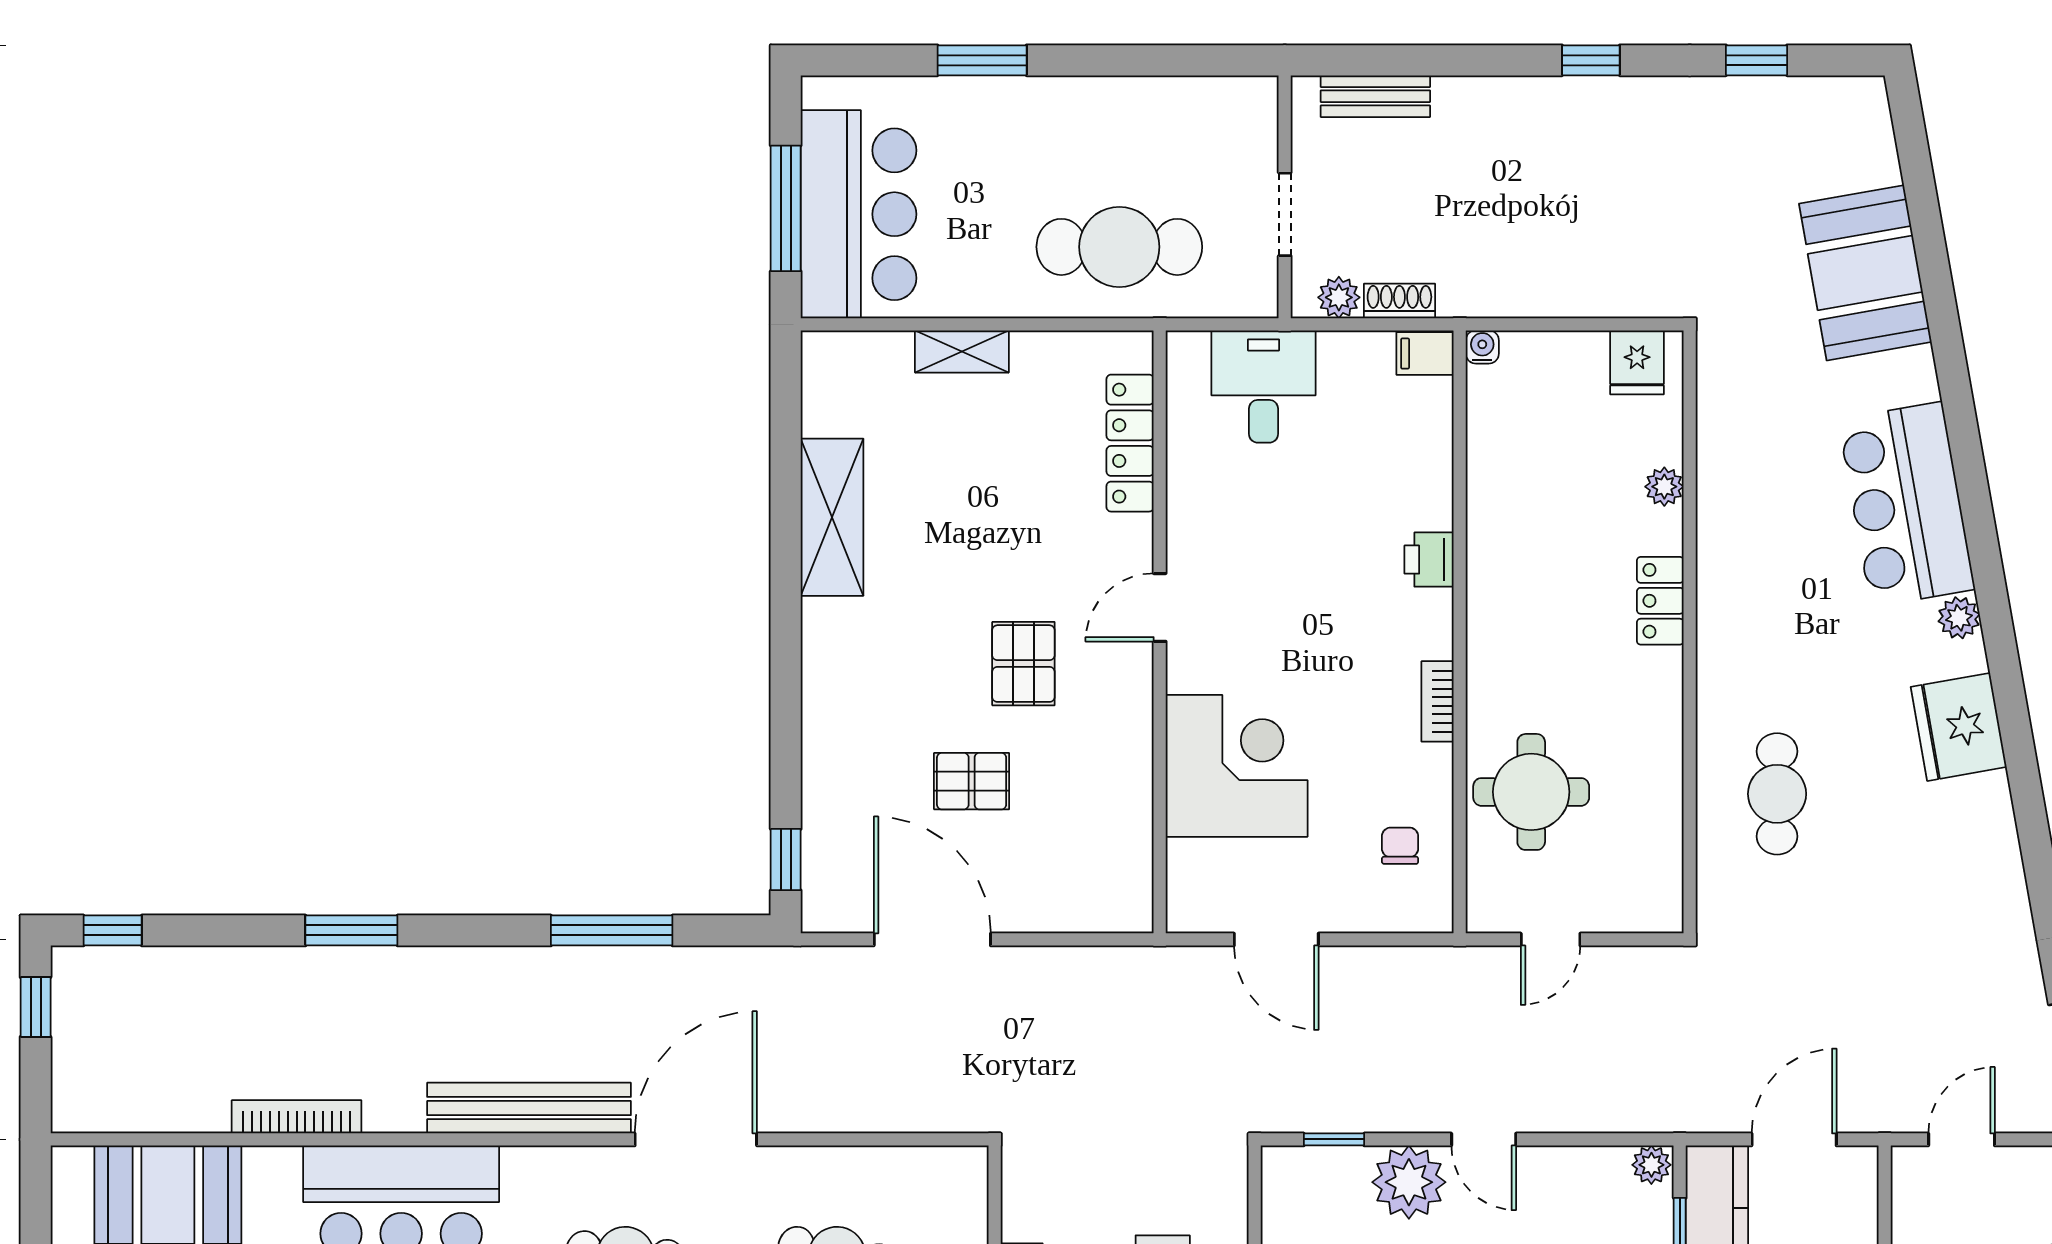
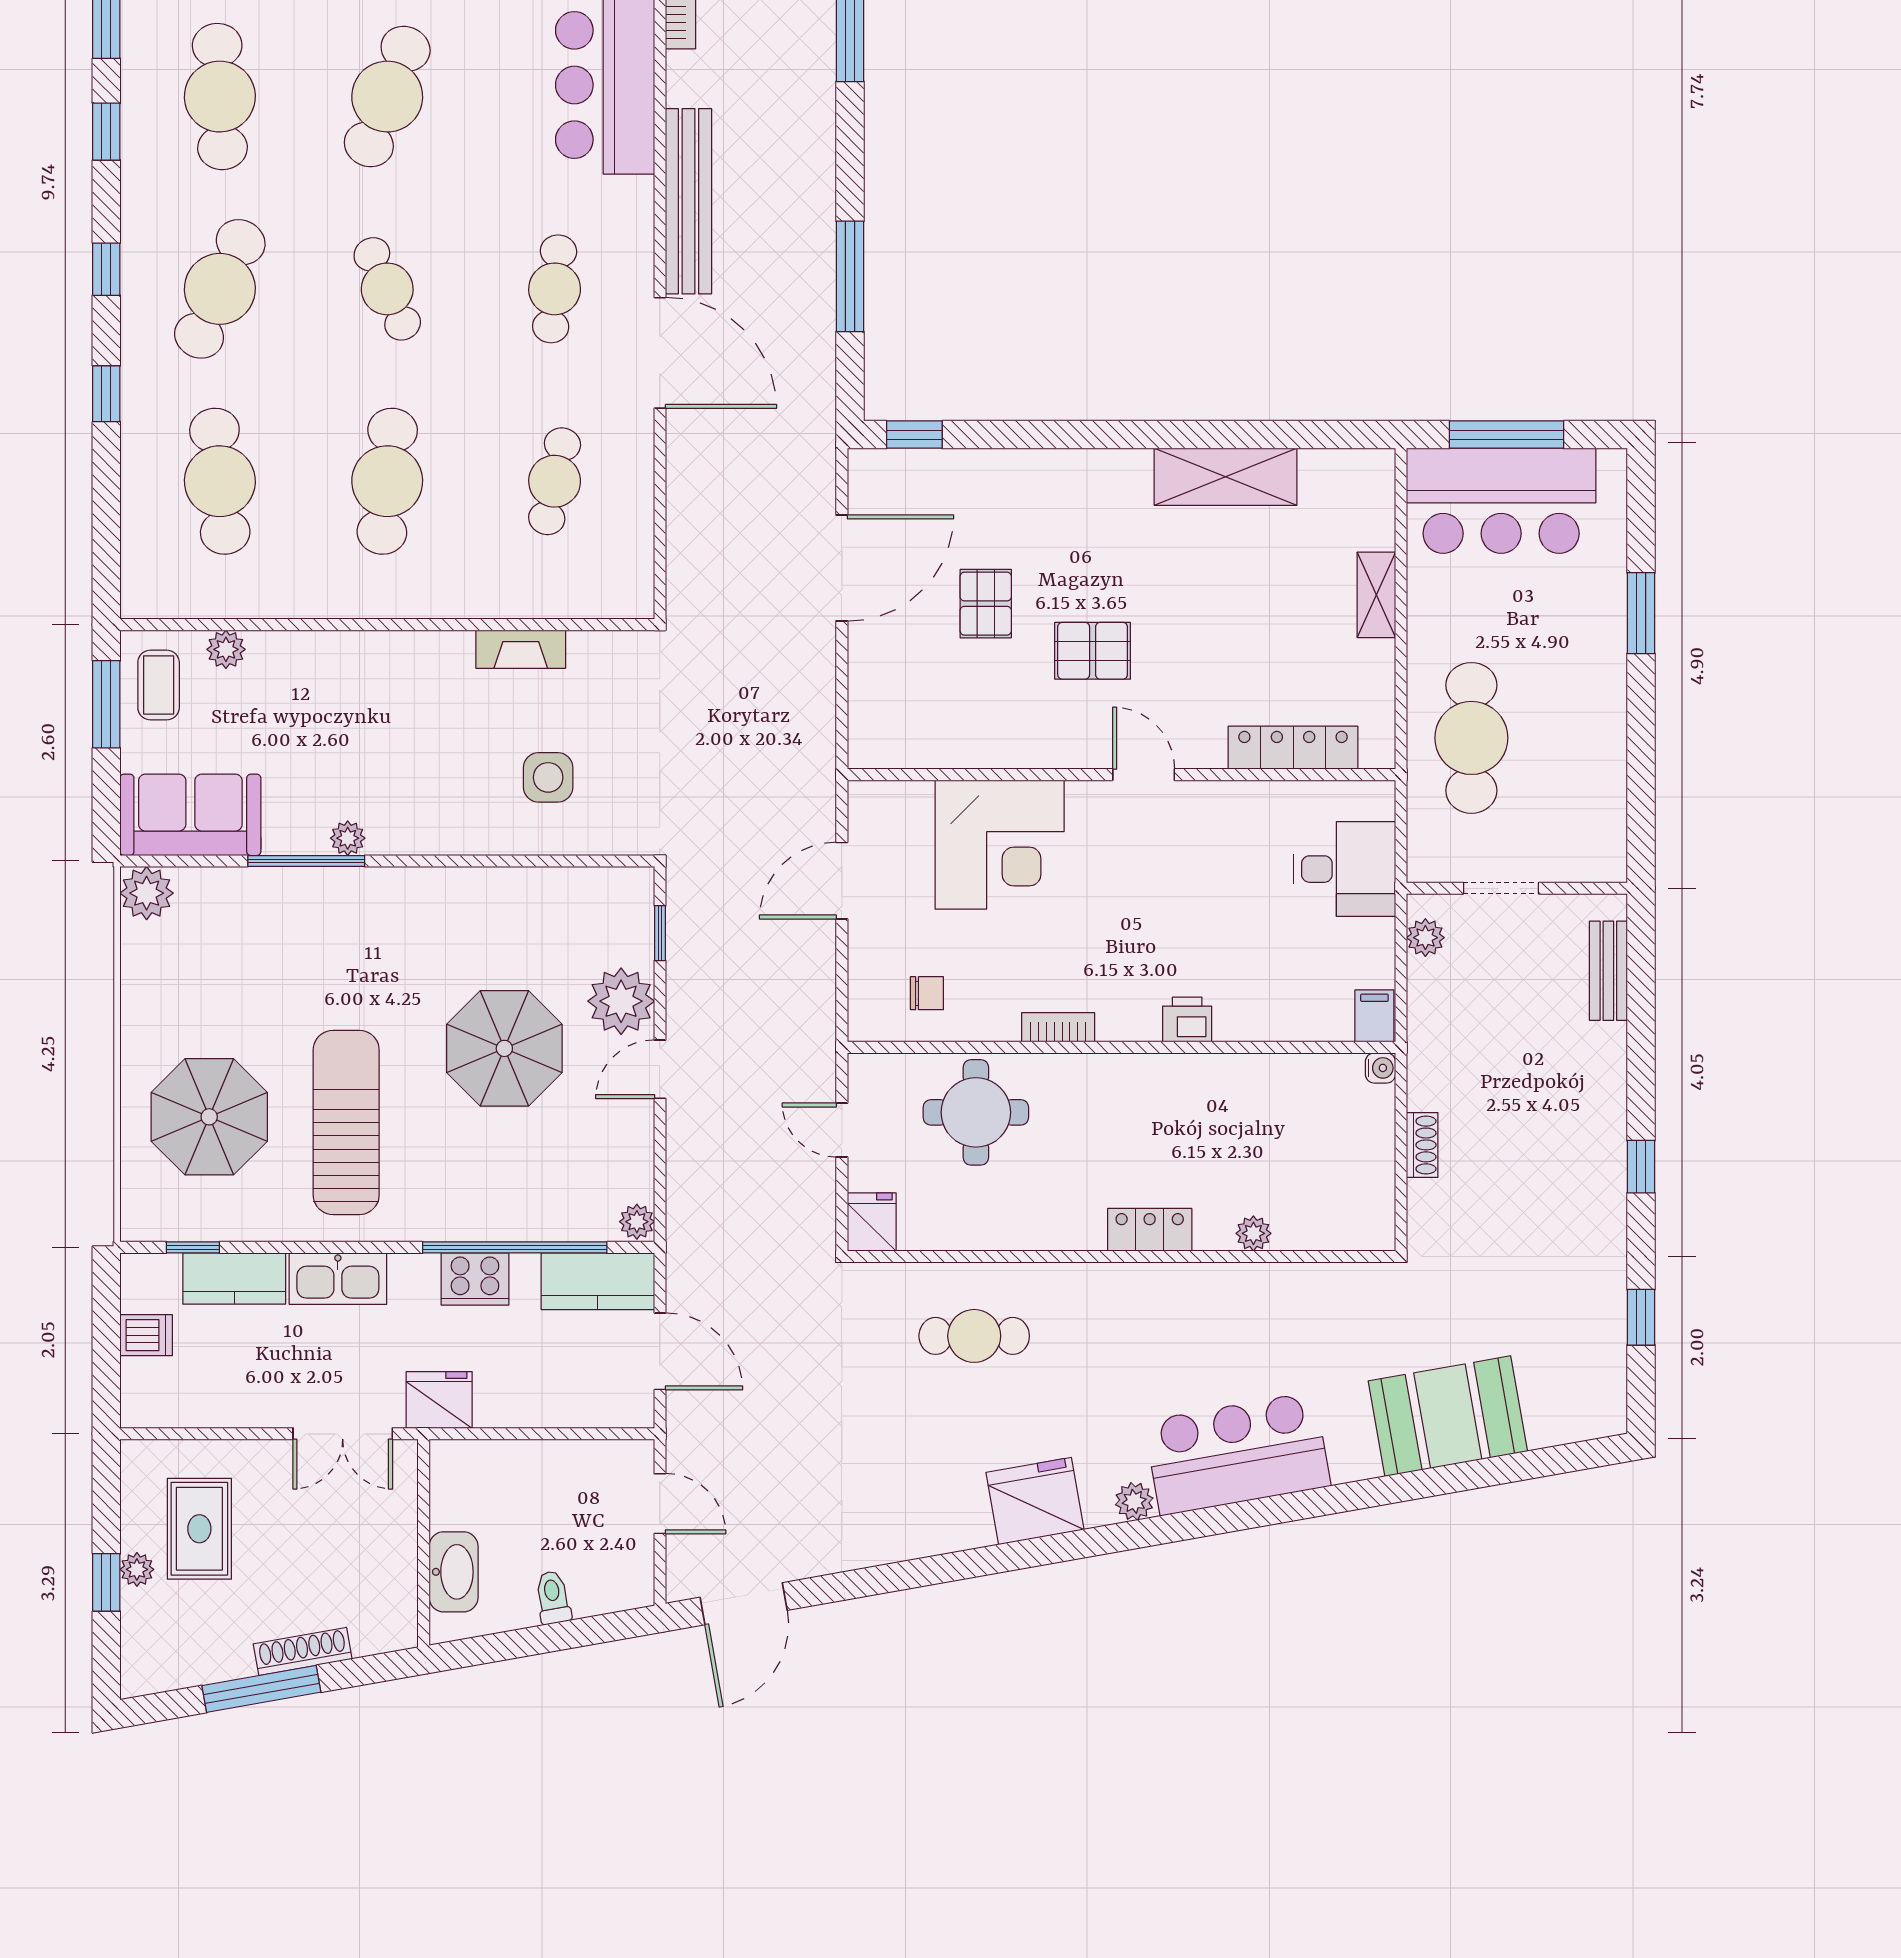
shoe rack: (1399, 301) -> (1422, 1145), moved
fridge: (1637, 362) -> (872, 1222), moved, turned 90

